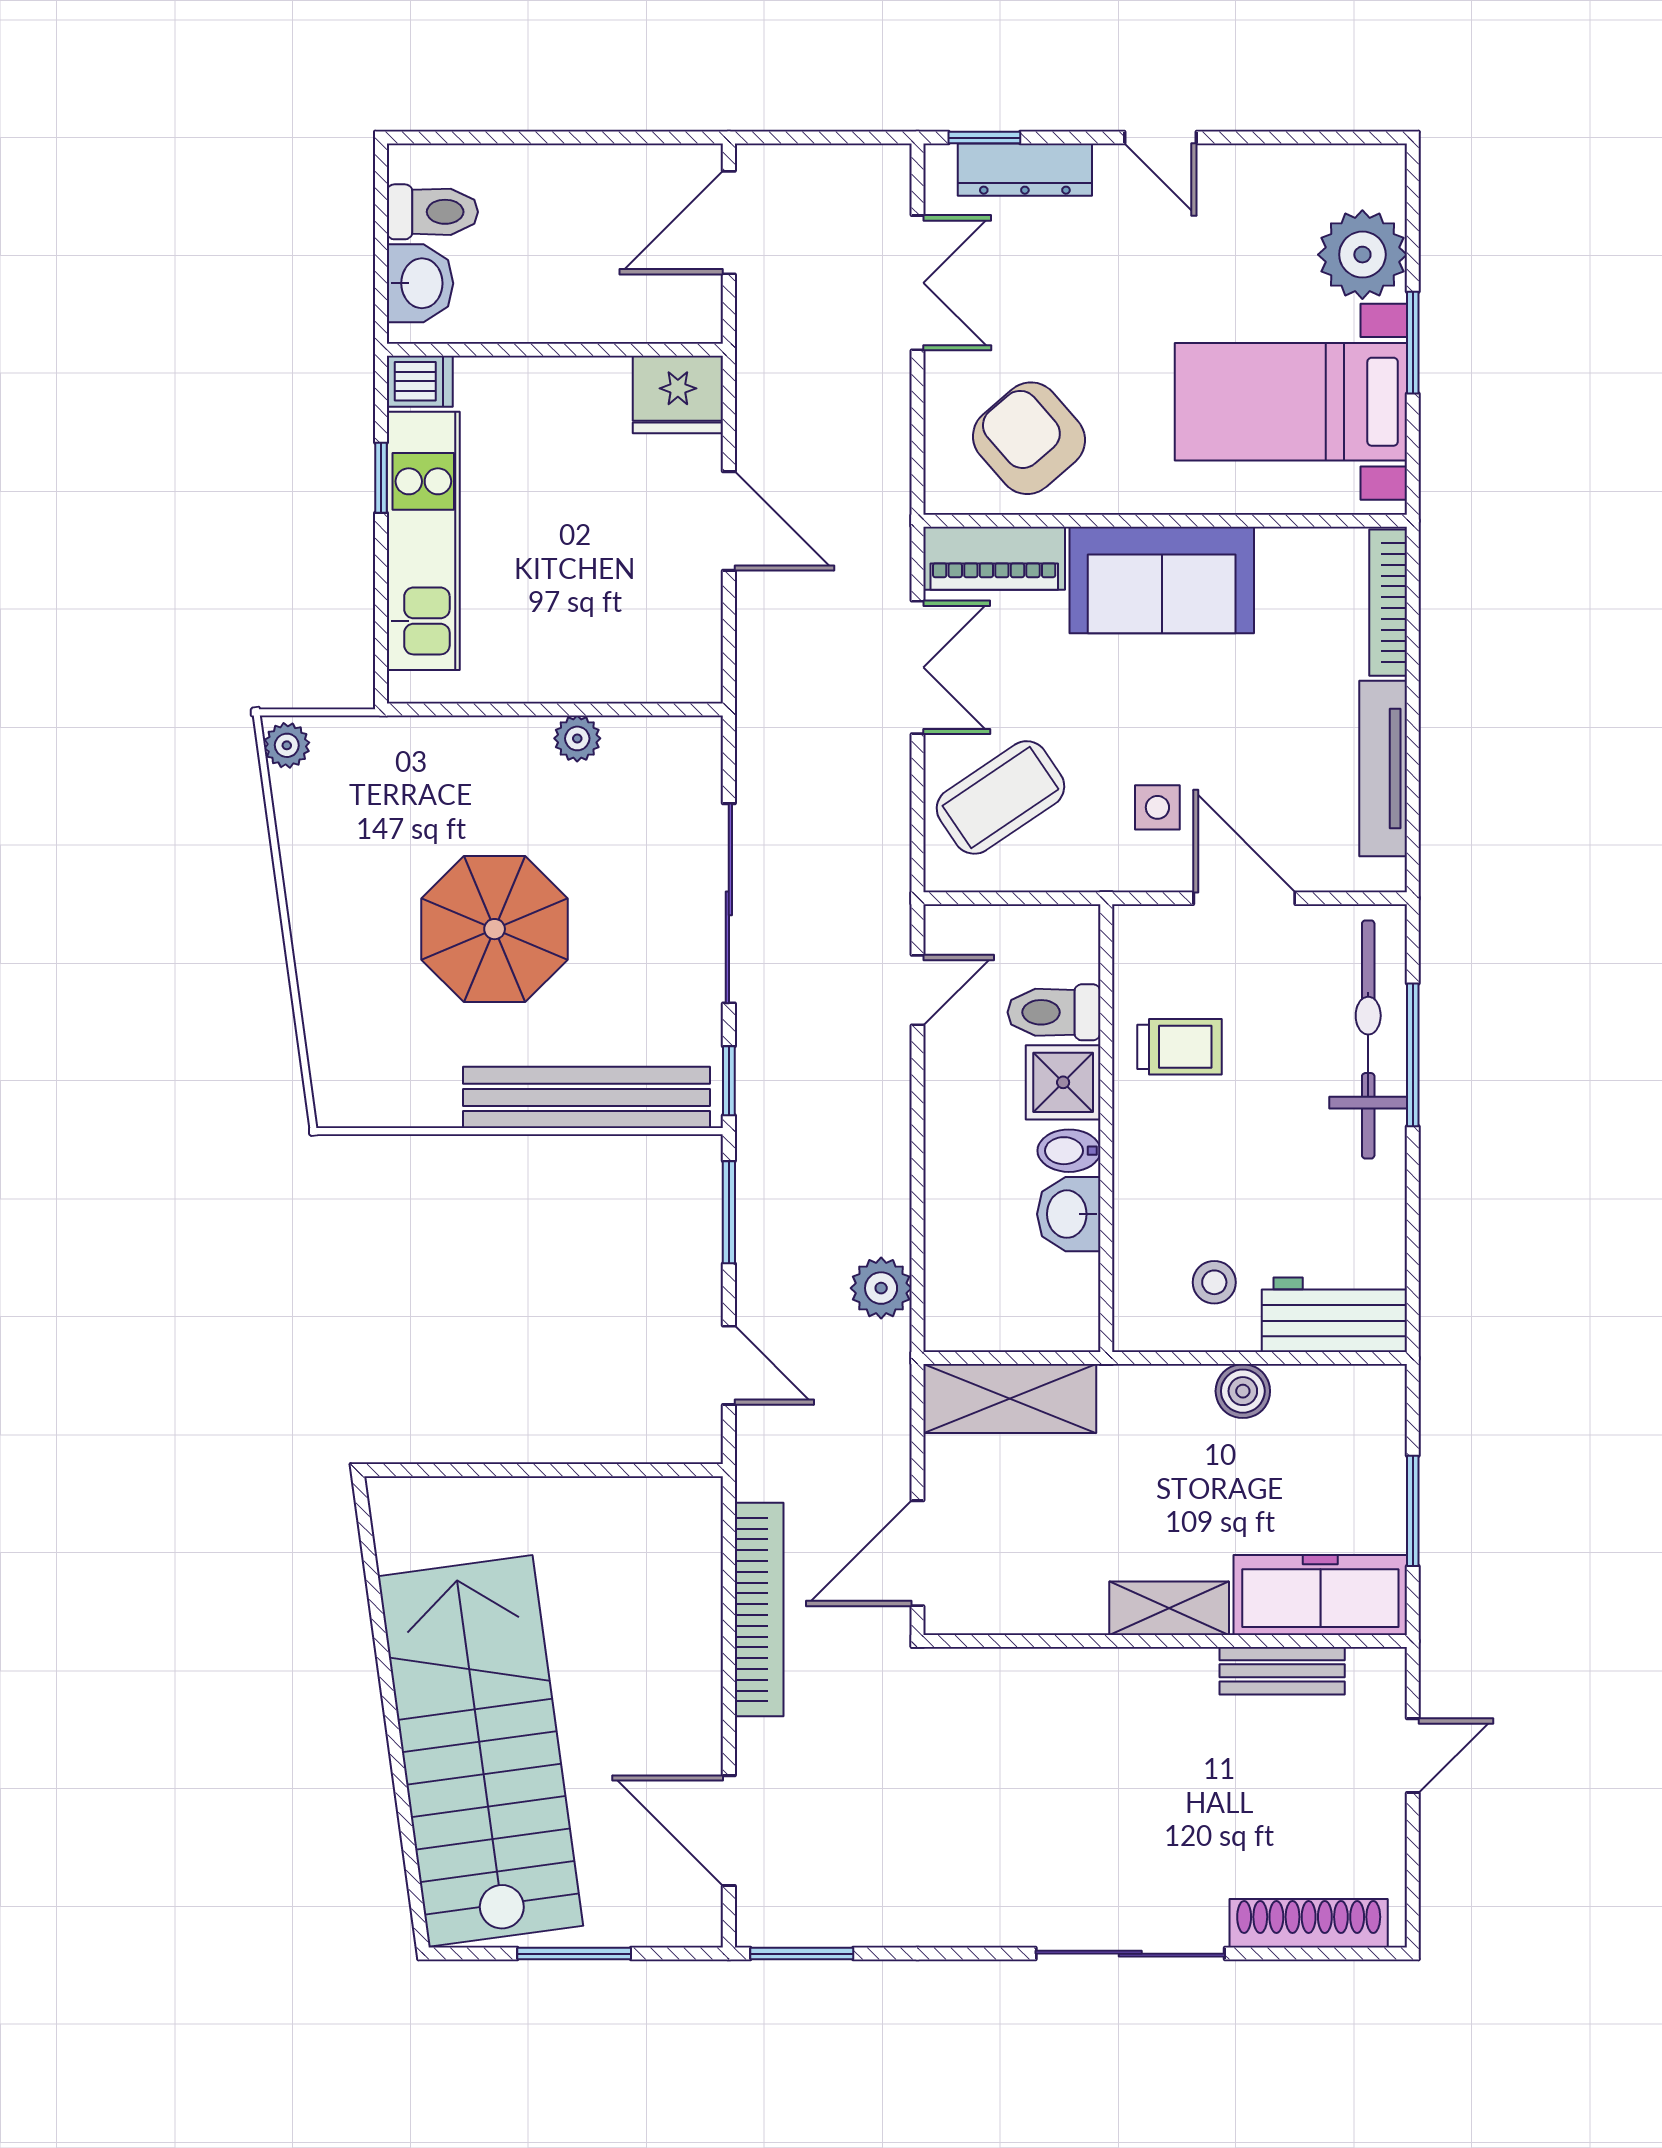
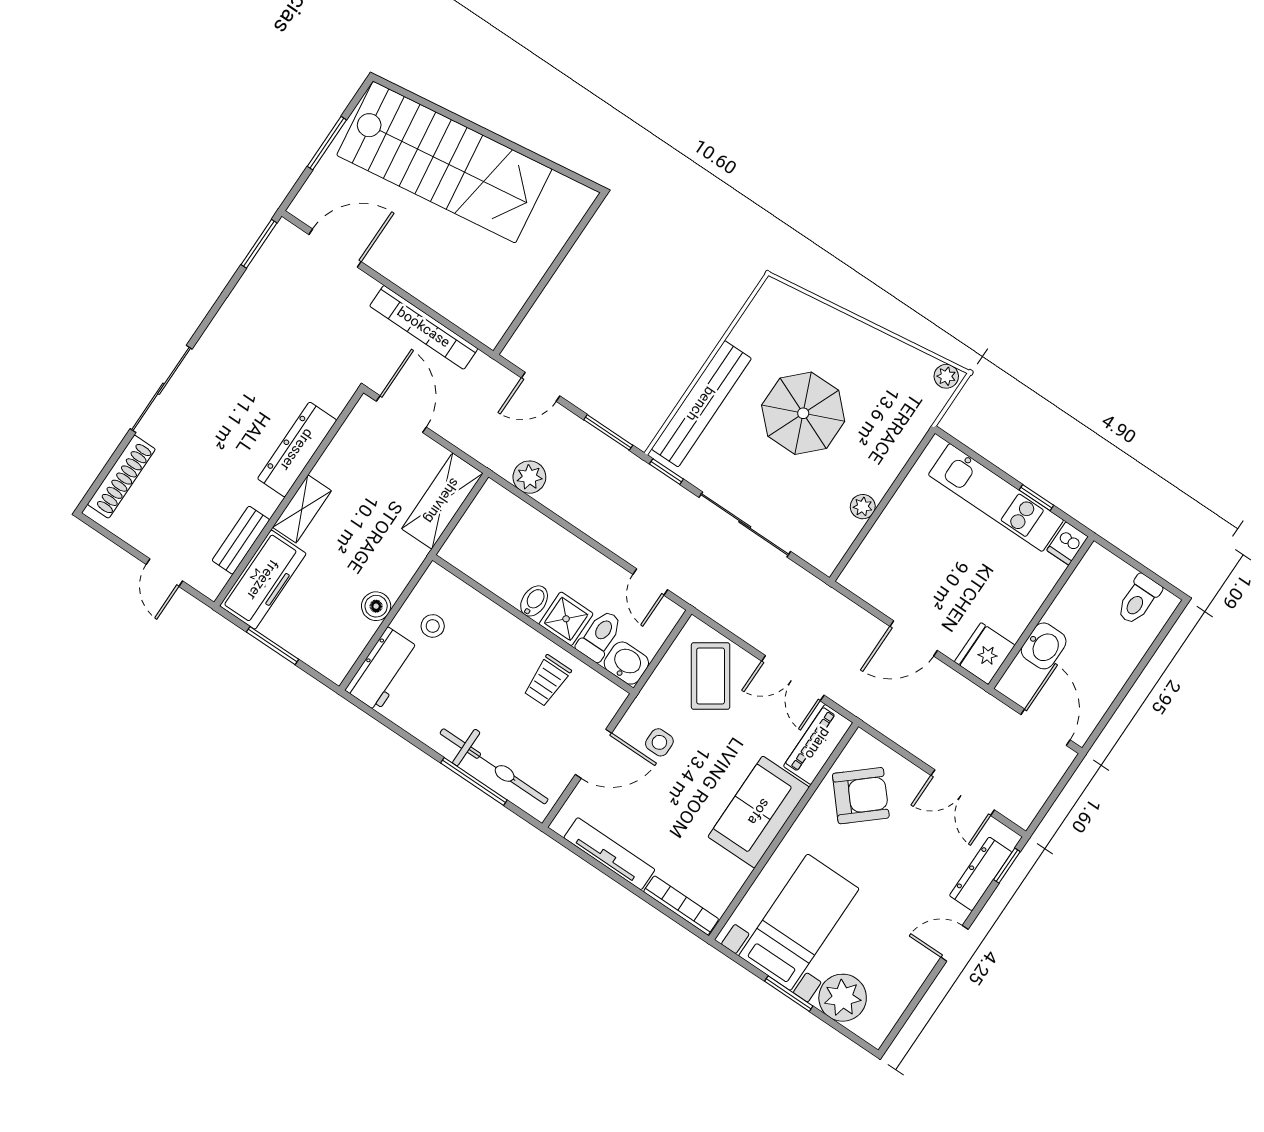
washbasin: (420, 283) -> (1044, 646), moved, turned -90
washbasin: (1069, 1214) -> (626, 663), moved
dresser: (1082, 1678) -> (297, 450), added

